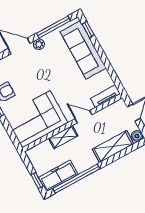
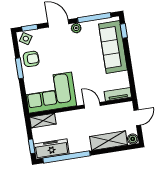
shelving: (63, 137) -> (43, 121), moved

